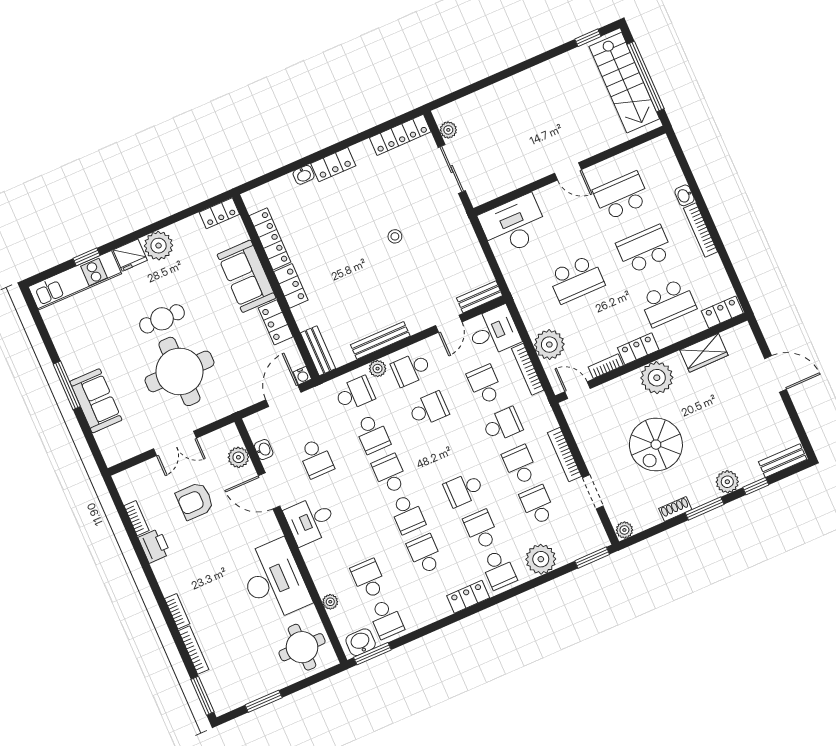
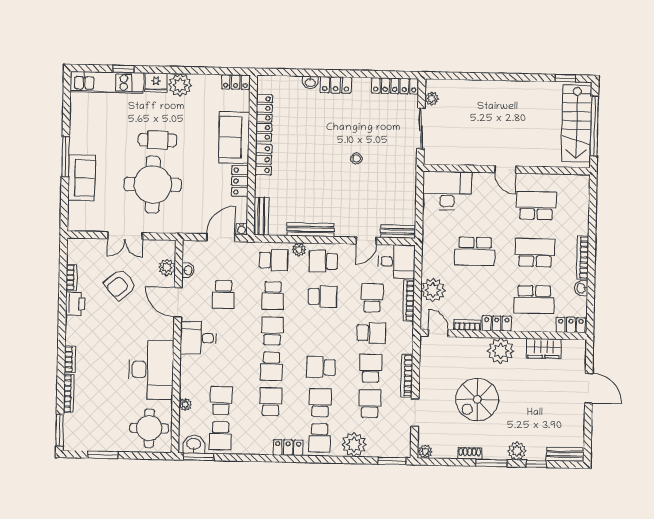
washbasin: (684, 195) -> (581, 288), moved
armchair: (195, 501) -> (120, 285), turned -40

